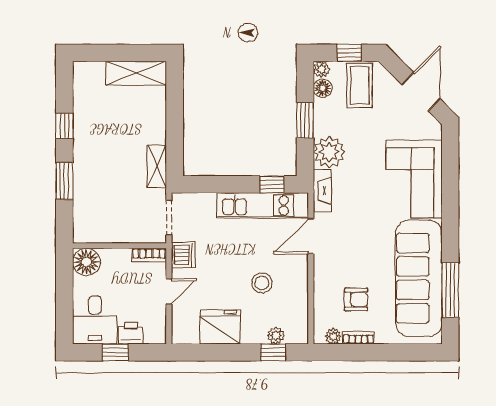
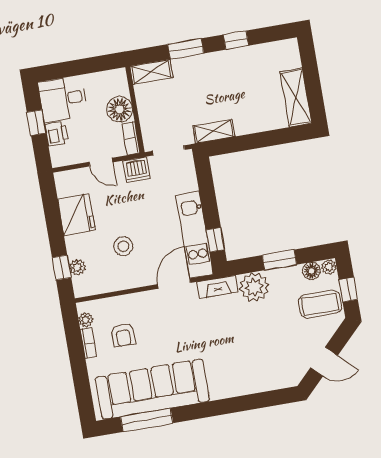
door: (421, 92) -> (324, 362), width x0.73
corner sofa: (414, 179) -> (243, 369), removed
shelving: (82, 221) -> (151, 72), added
door: (311, 236) -> (174, 284), hinge flipped
floor lamp: (86, 262) -> (120, 109), moved

